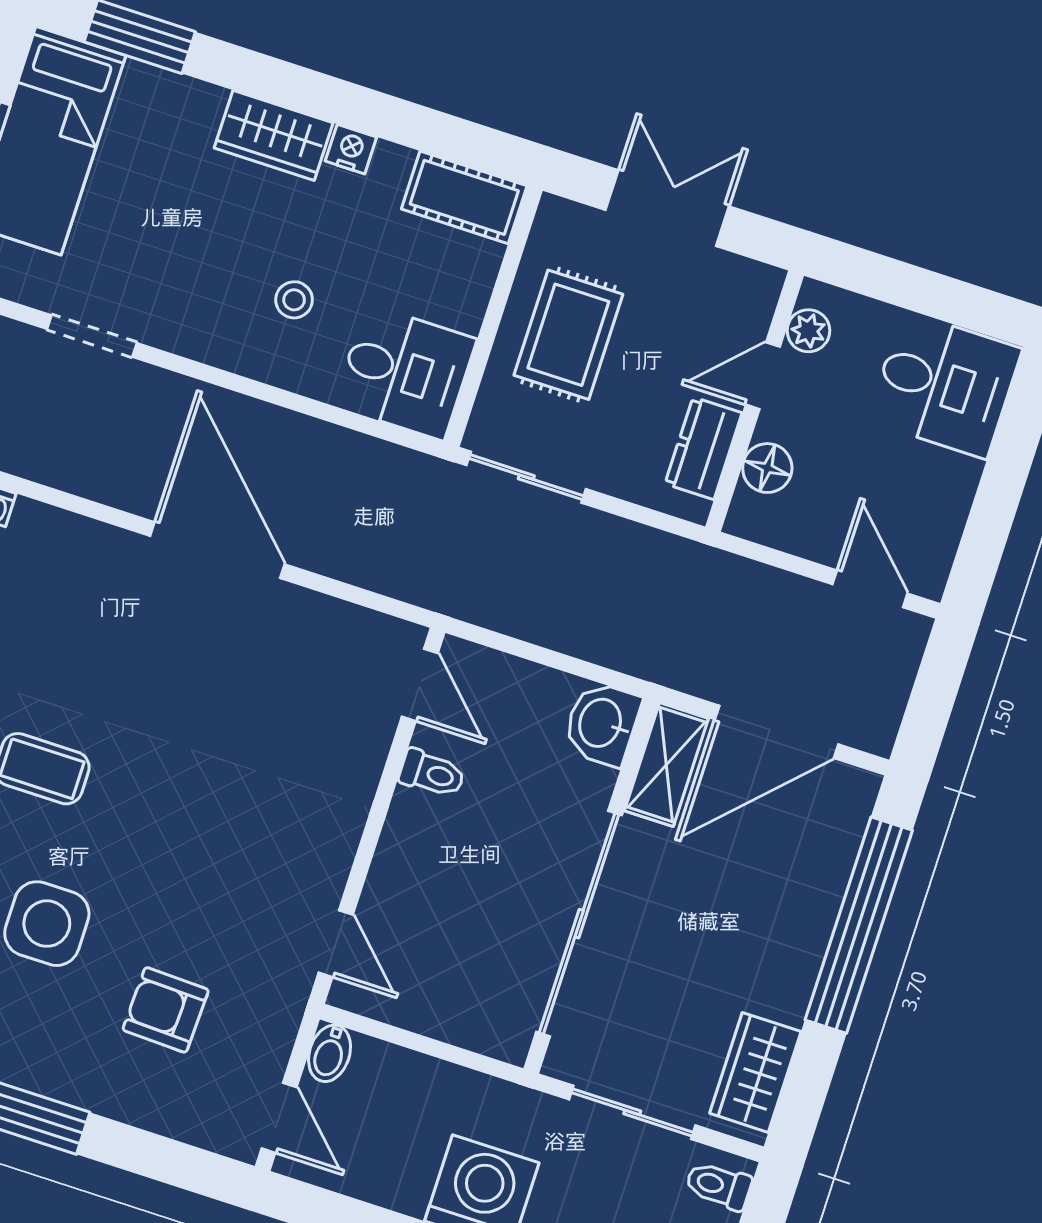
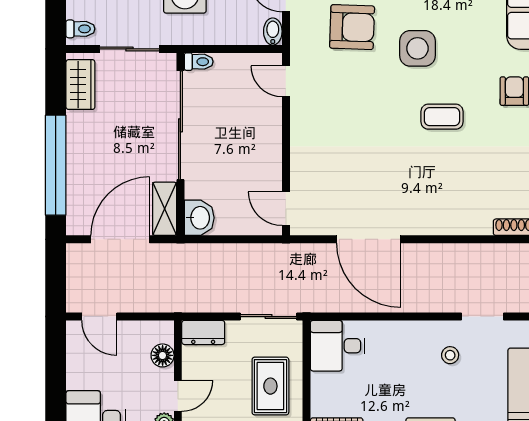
stool: (294, 300) -> (450, 355), moved
dresser: (703, 448) -> (203, 332), moved, turned 90
door: (217, 550) -> (369, 239), moved
toilet: (432, 773) -> (199, 62), moved, turned 180
armchair: (166, 1010) -> (352, 27), width x1.38, depth x1.38

